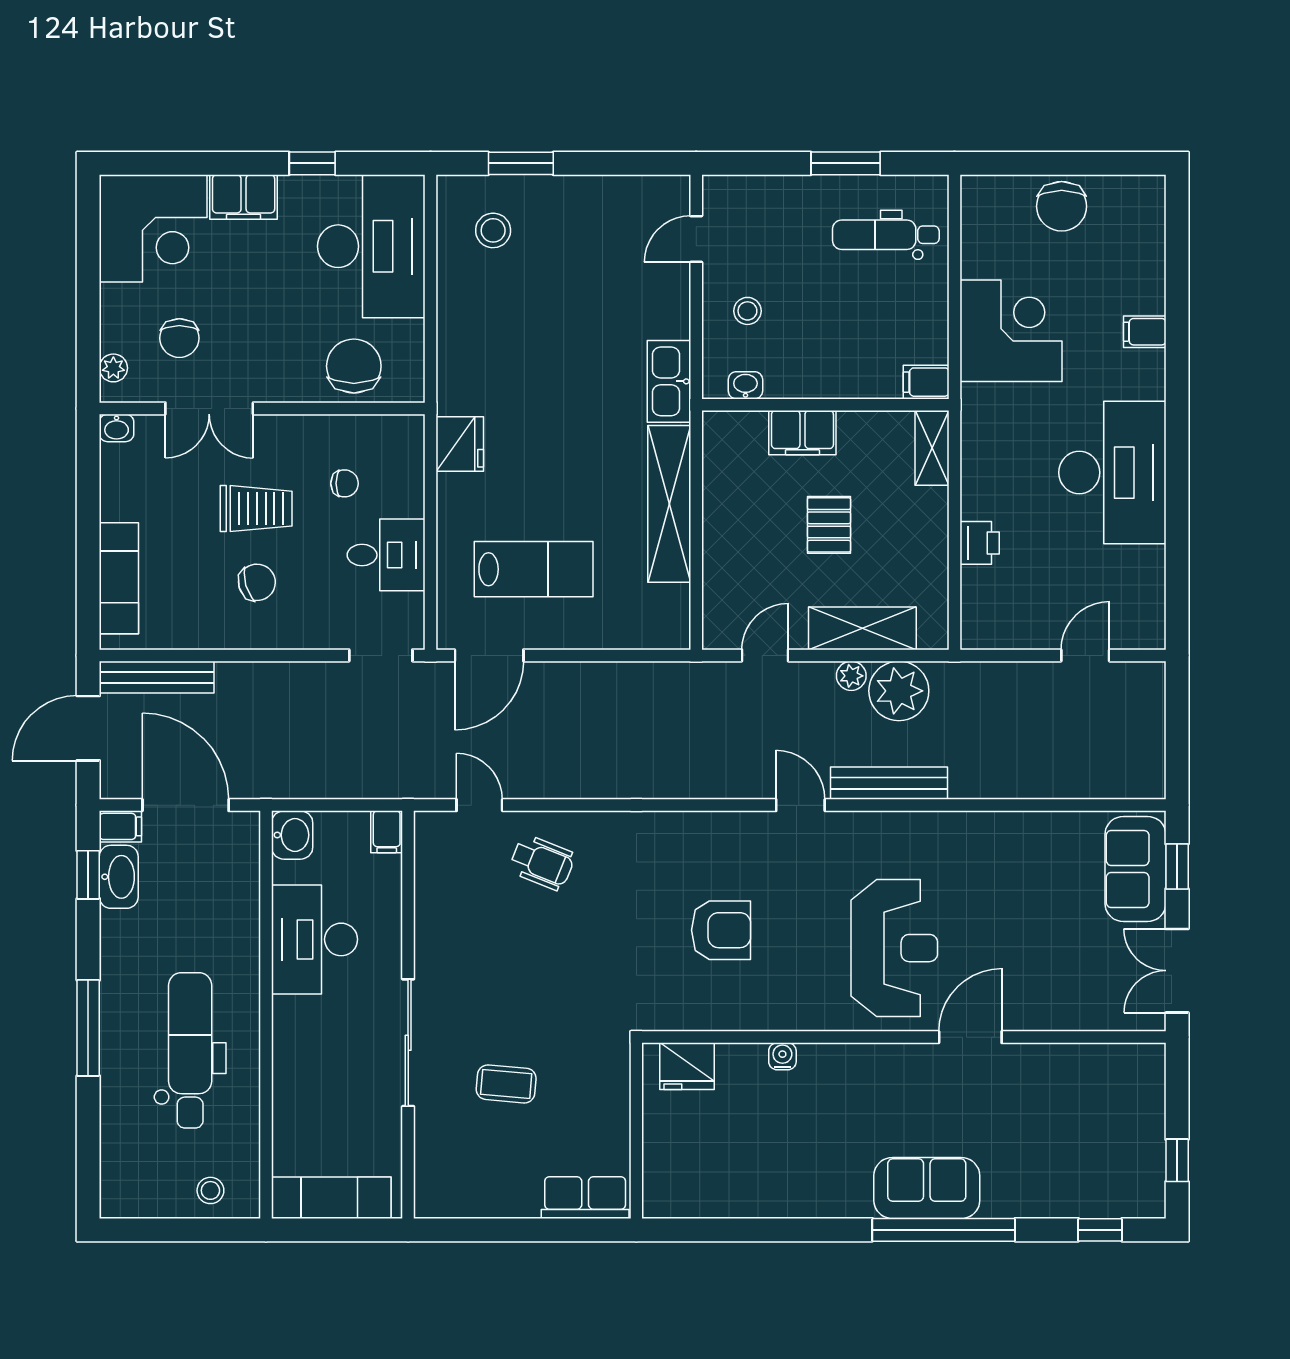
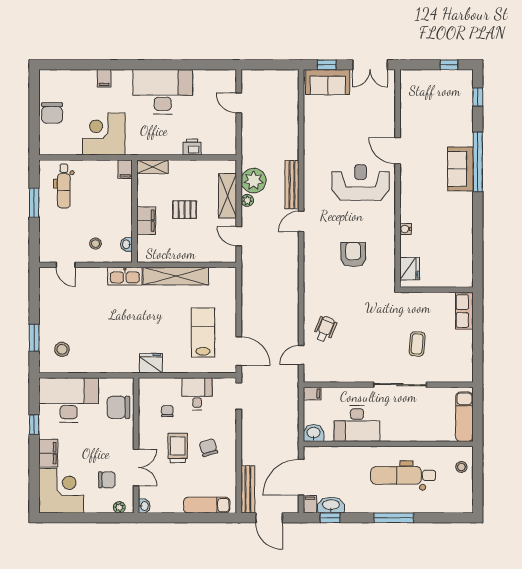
chair: (1062, 206) -> (52, 113), turned 90

